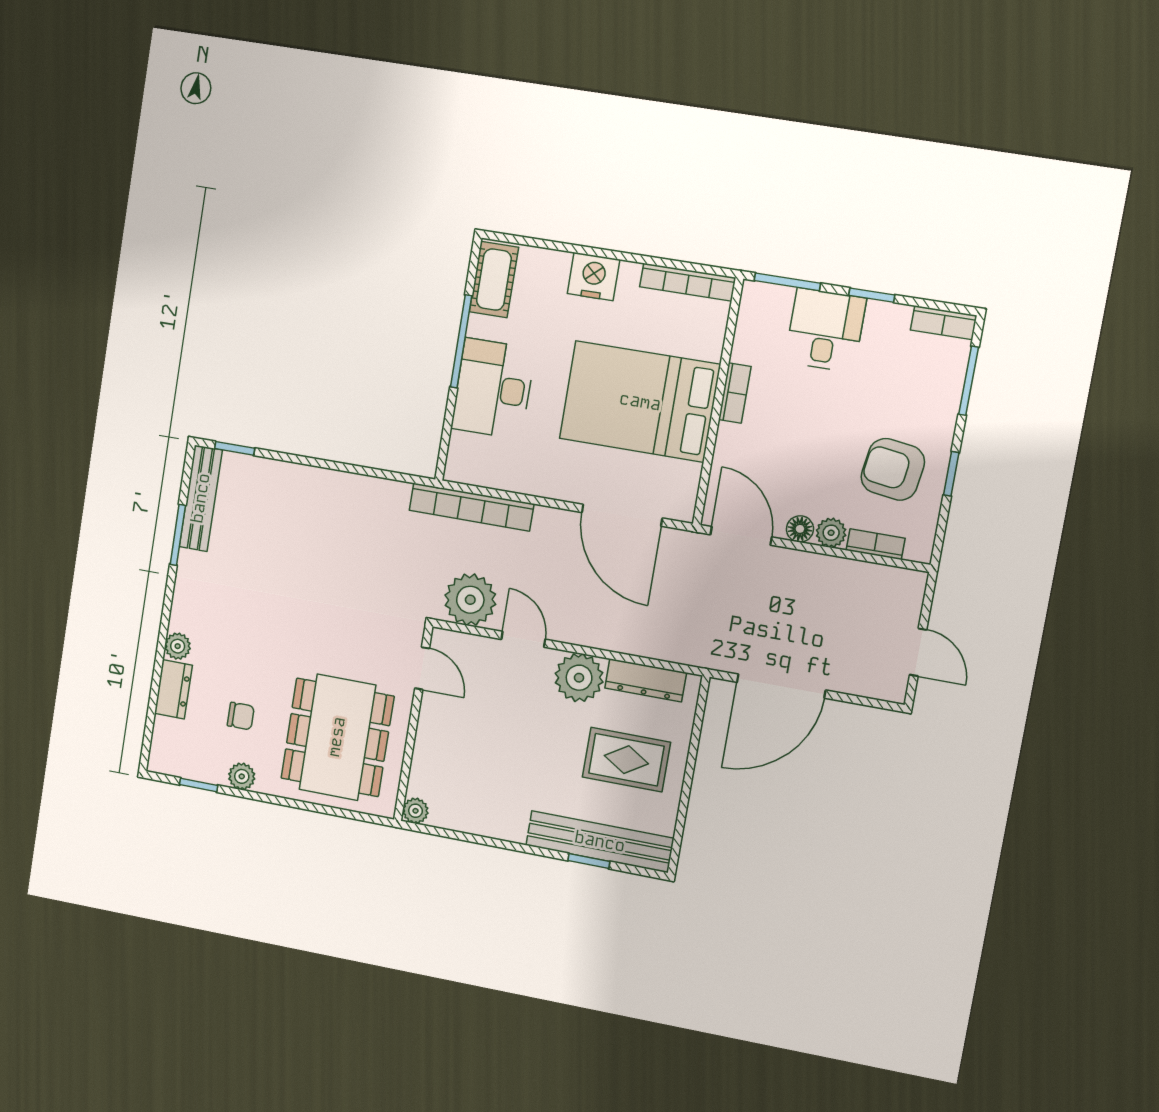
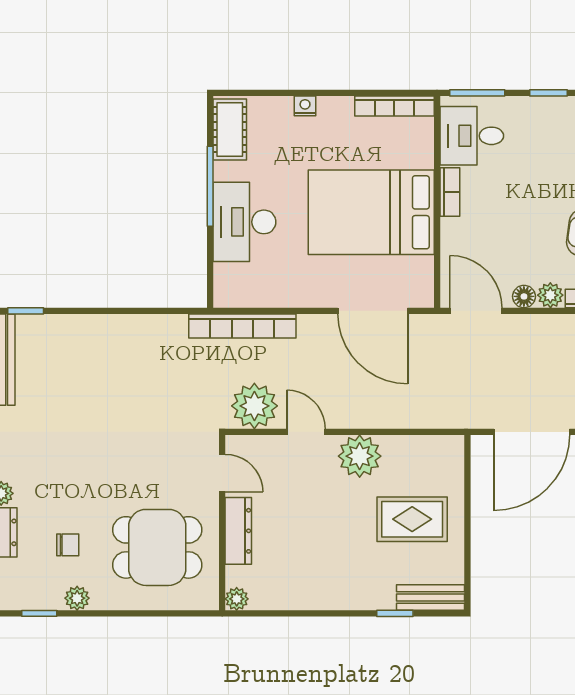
nightstand: (594, 277) -> (305, 106), width x0.53, depth x0.56
desk: (825, 330) -> (472, 136), moved, turned -90
dresser: (646, 680) -> (238, 531), moved, turned -90
dining table: (337, 737) -> (157, 547), width x0.73
bench: (600, 842) -> (431, 597), width x0.54, depth x0.82

